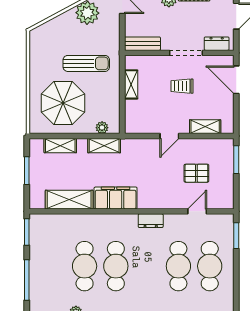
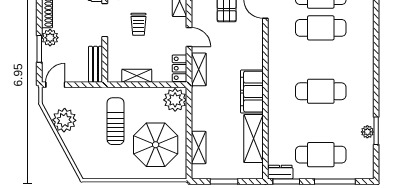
locker: (139, 127) -> (179, 68), added
plant: (102, 128) -> (175, 100), width x1.87, depth x1.87
shelving: (104, 146) -> (199, 69), moved
dresser: (151, 221) -> (280, 172), moved, turned -90
cafe table: (85, 266) -> (321, 155), moved

